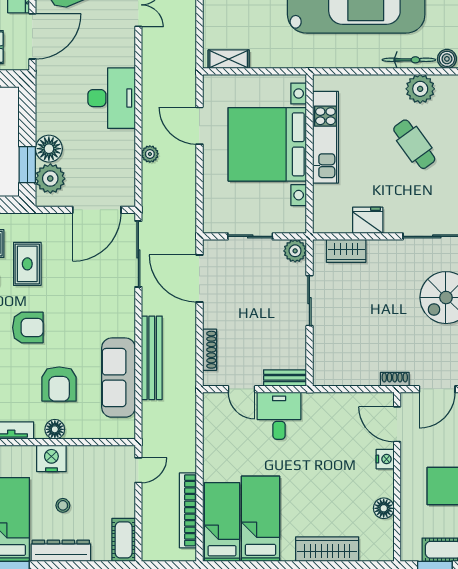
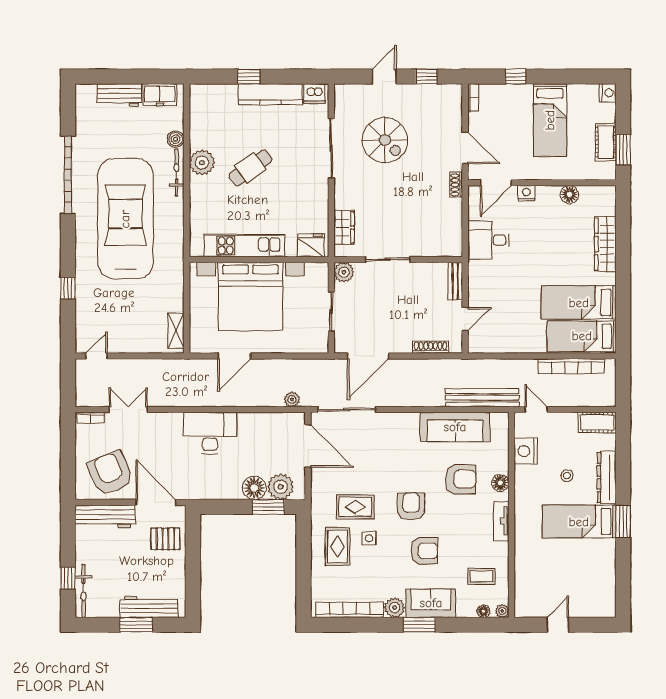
plant: (150, 154) -> (292, 399), moved
fridge: (368, 220) -> (311, 245), moved, turned 90
bench: (152, 358) -> (482, 398), moved
desk: (279, 416) -> (488, 240), moved
nightstand: (51, 458) -> (526, 451), moved

